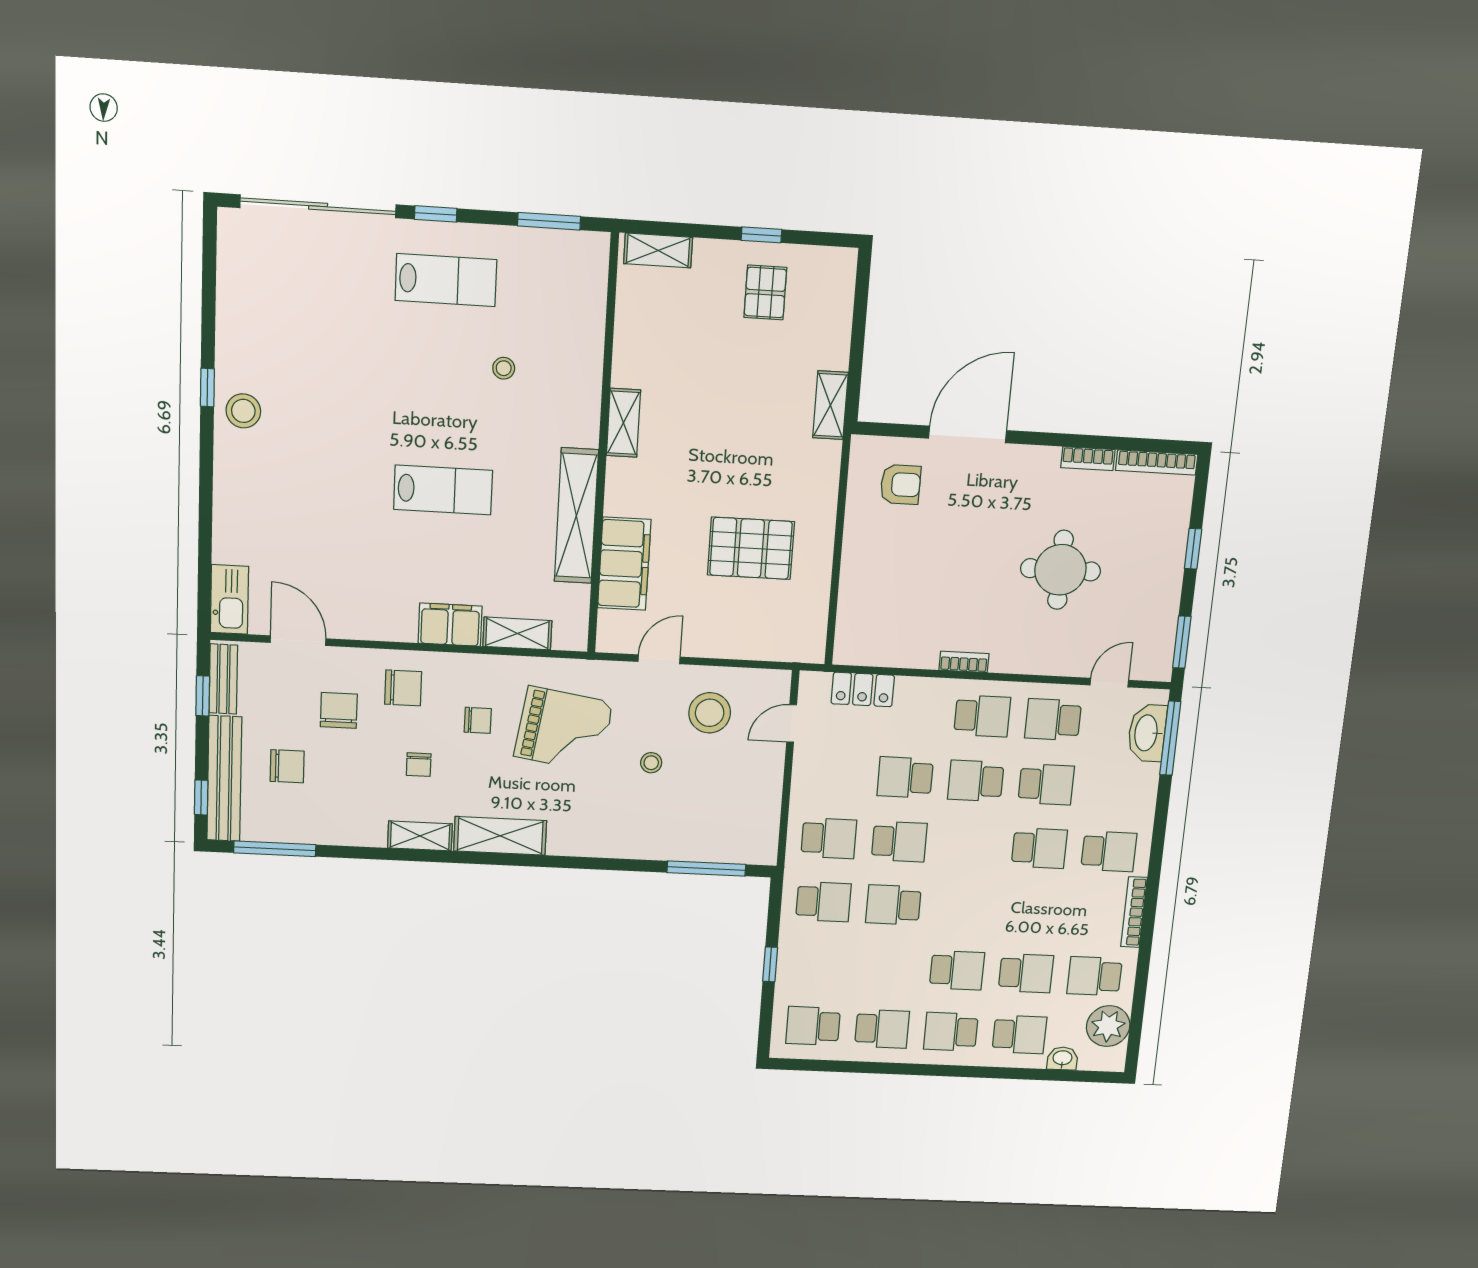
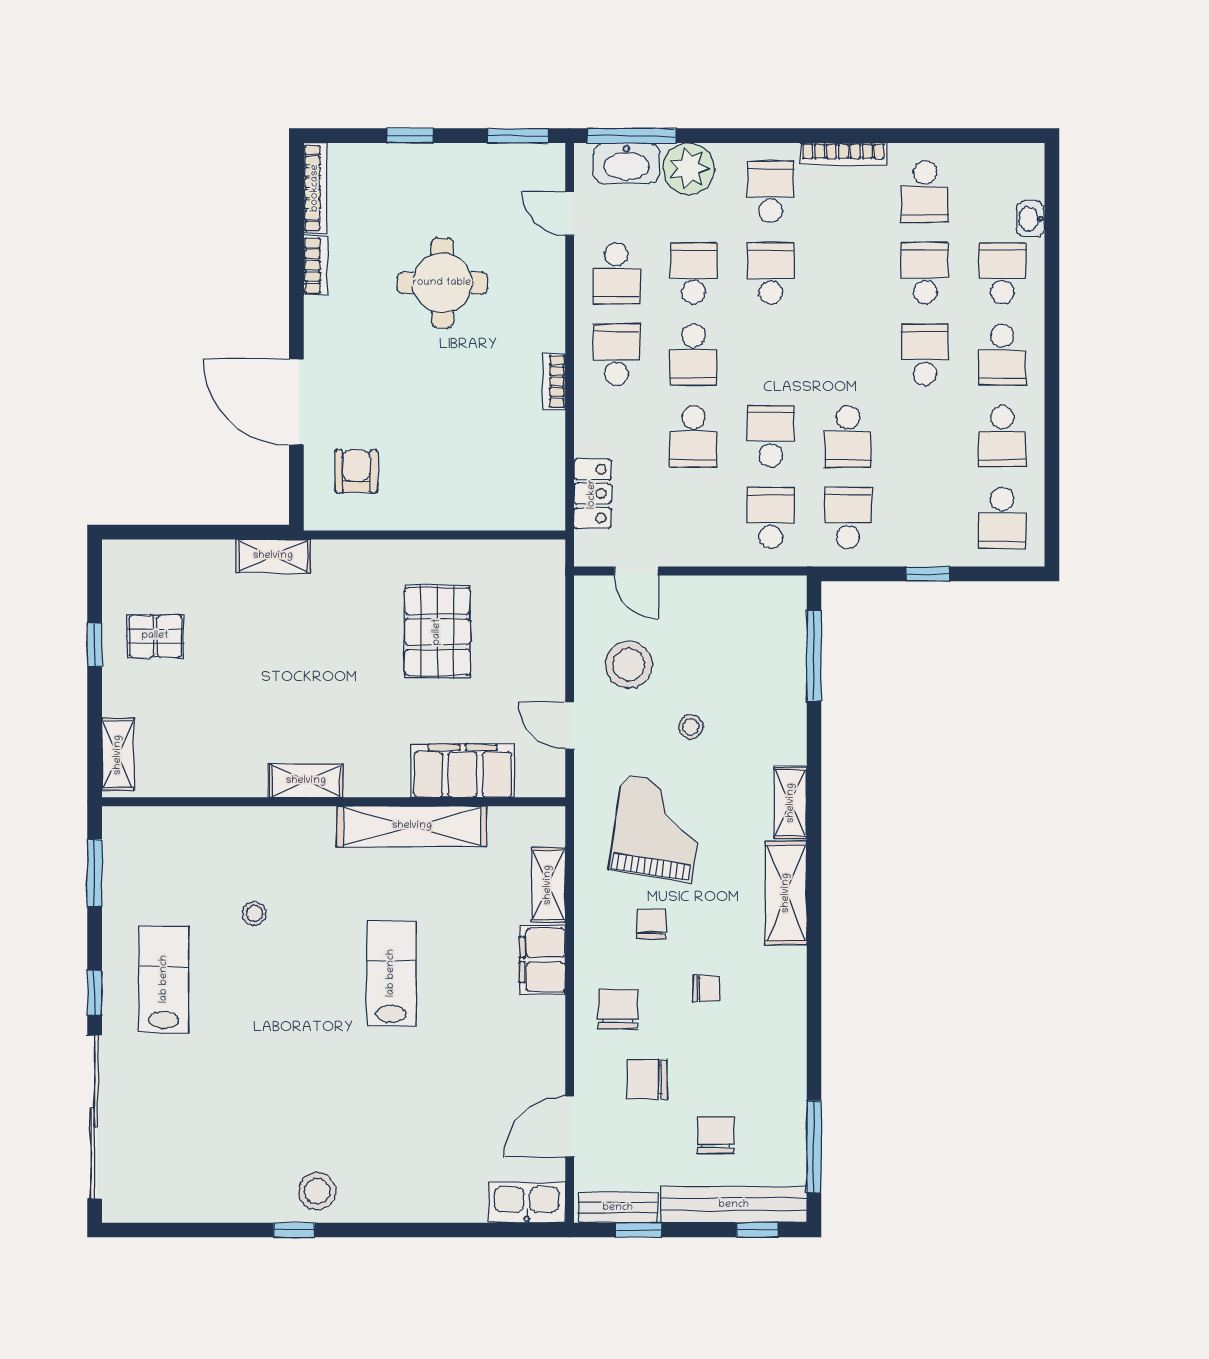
shelving: (420, 836) -> (791, 803), moved
plant: (1108, 1026) -> (689, 169), moved
school desk: (882, 1029) -> (1002, 436), turned 180

